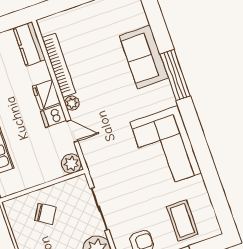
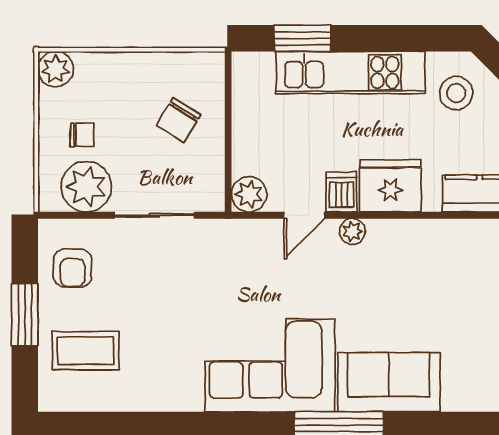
bookcase: (59, 65) -> (425, 232), removed
fridge: (46, 95) -> (390, 186), width x1.36, depth x1.34
corner sofa: (166, 148) -> (270, 366), moved

